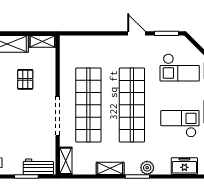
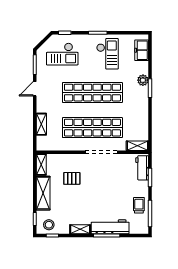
checkout: (180, 68) -> (62, 54), turned 90
checkout: (180, 124) -> (107, 54), turned 180
shelving: (110, 168) -> (41, 124), moved

